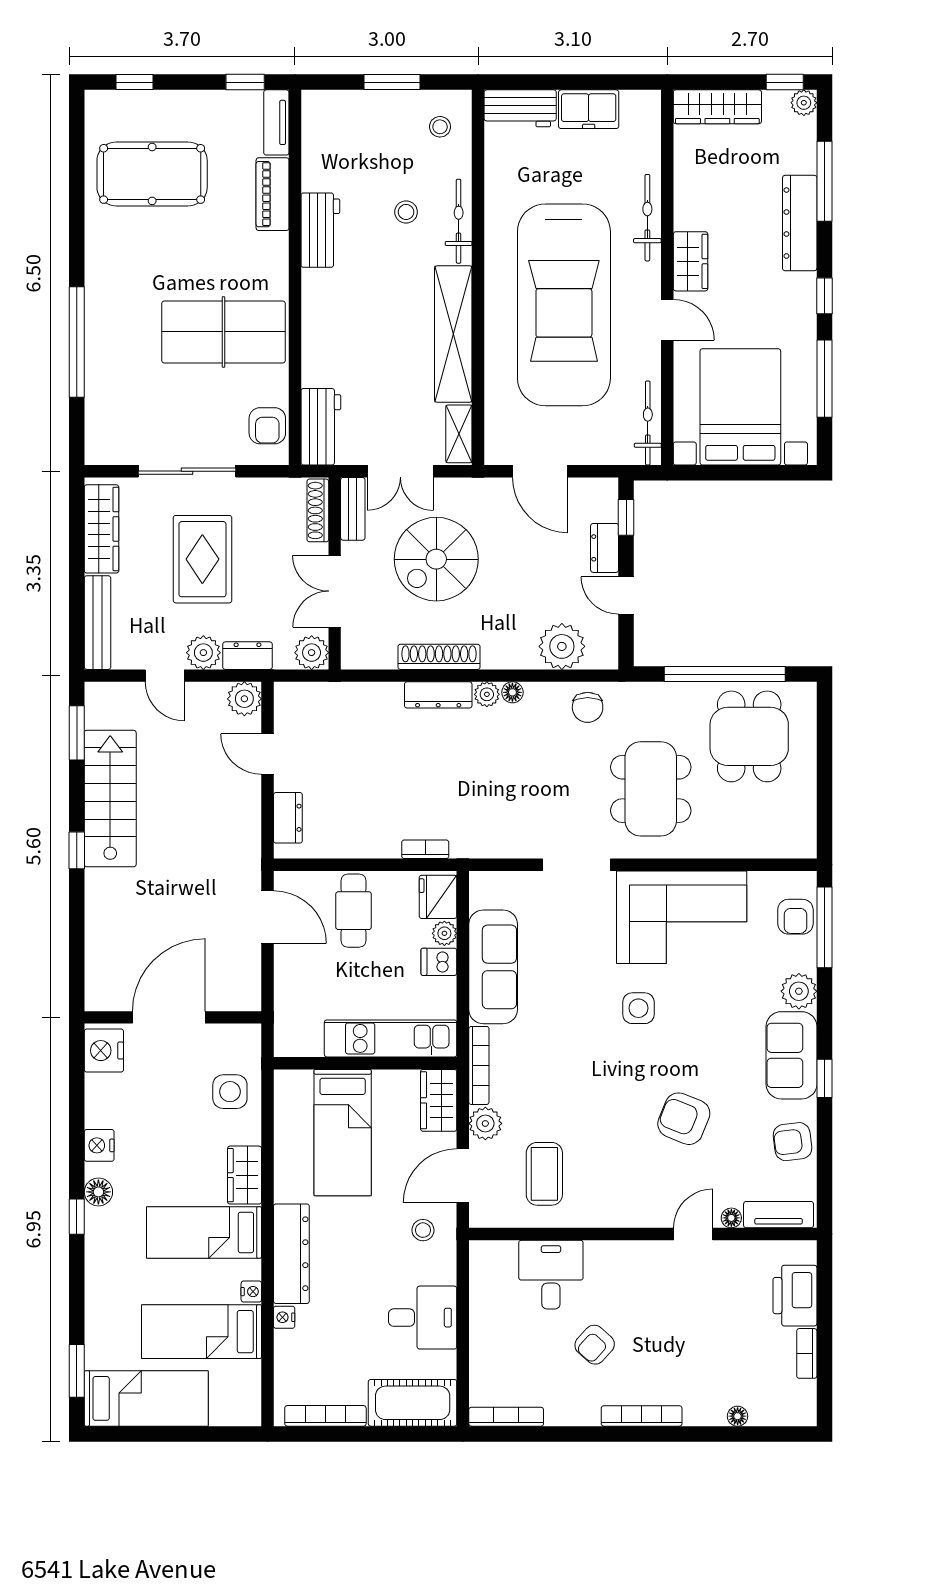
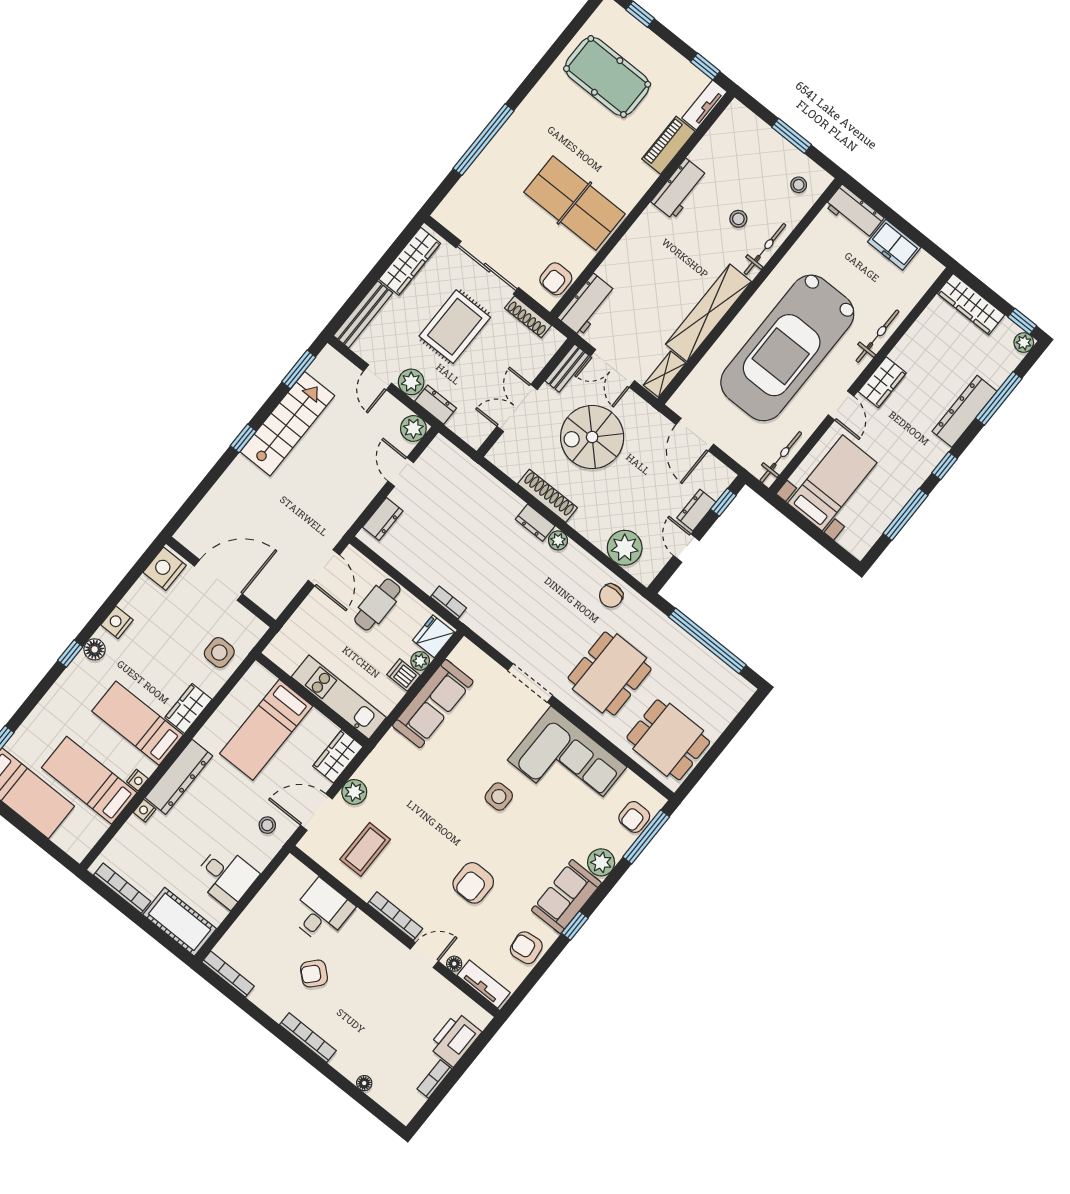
bed with nightstands: (740, 407) -> (832, 483), width x0.73
shoe rack: (318, 510) -> (528, 317), moved, turned -90
plant: (312, 653) -> (475, 433), removed
floor lamp: (512, 692) -> (574, 551), removed
dresser: (438, 695) -> (535, 523), width x0.70
dining table: (749, 736) -> (668, 740), moved, turned 90
bookcase: (479, 1065) -> (395, 916), moved, turned -90
armchair: (684, 1119) -> (473, 883), turned -112

